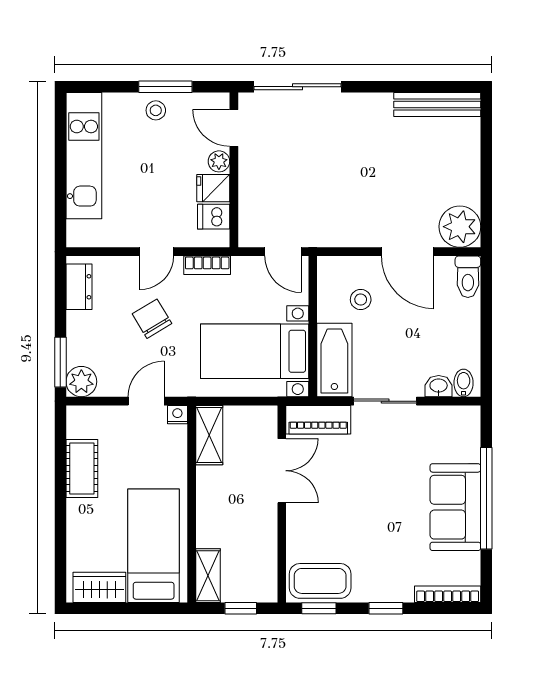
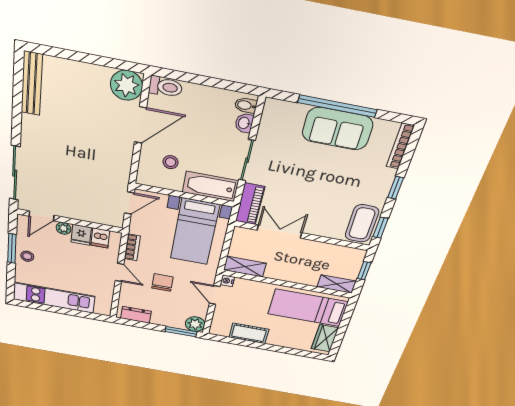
chair: (152, 319) -> (162, 283), turned 121

